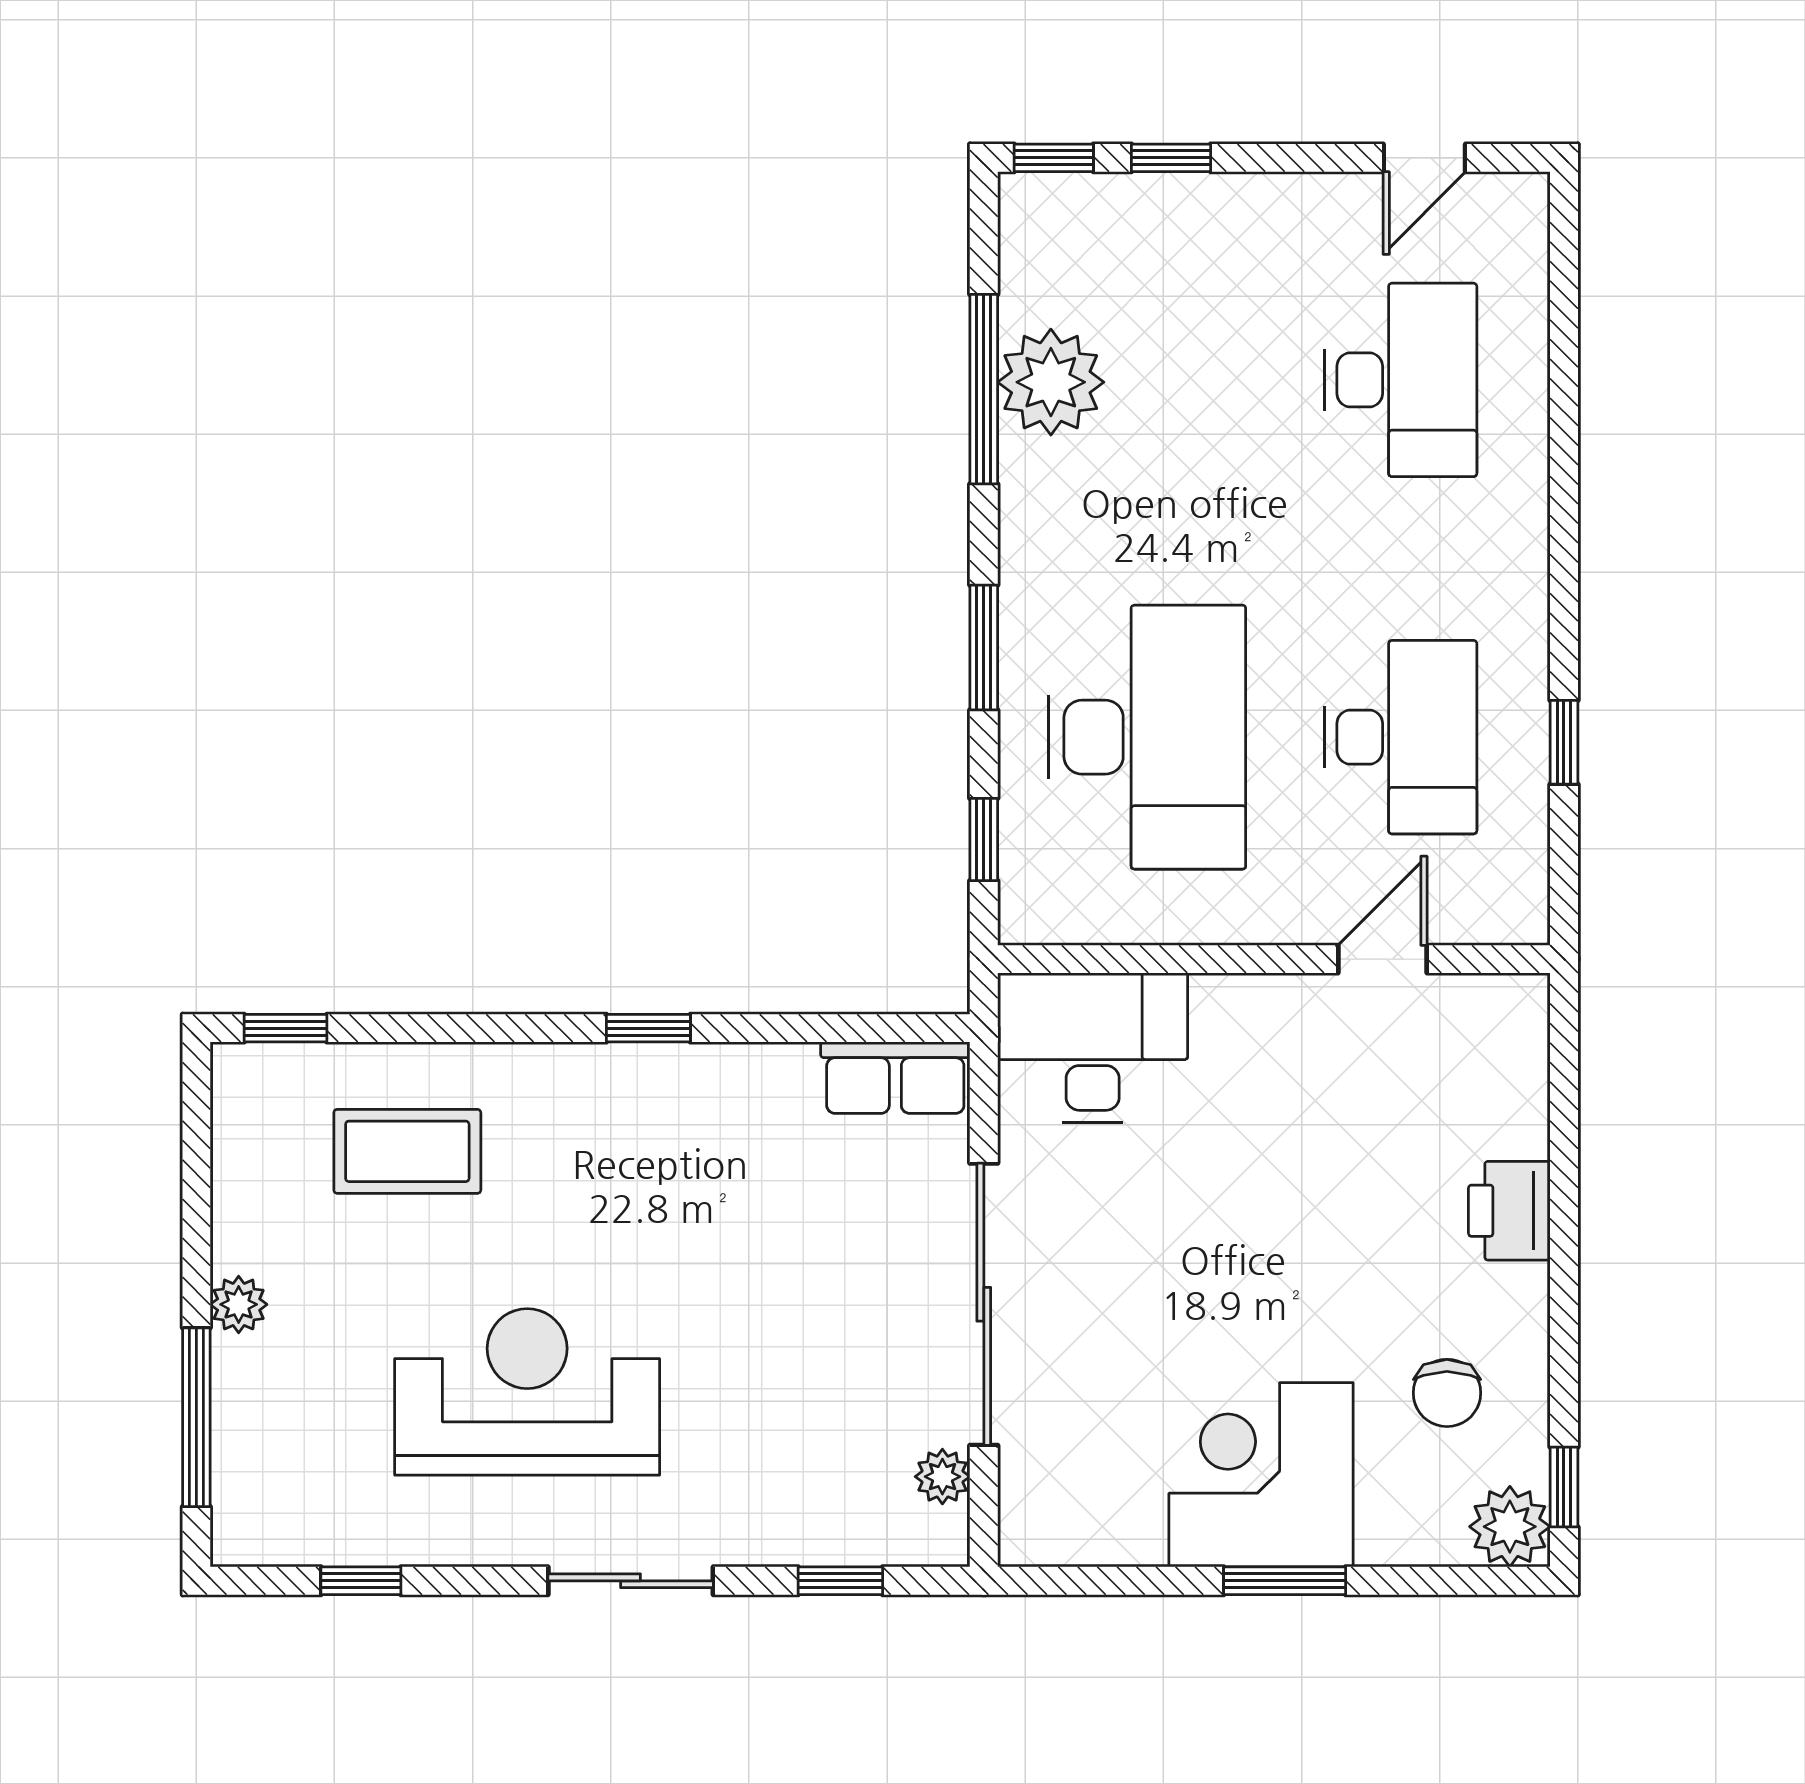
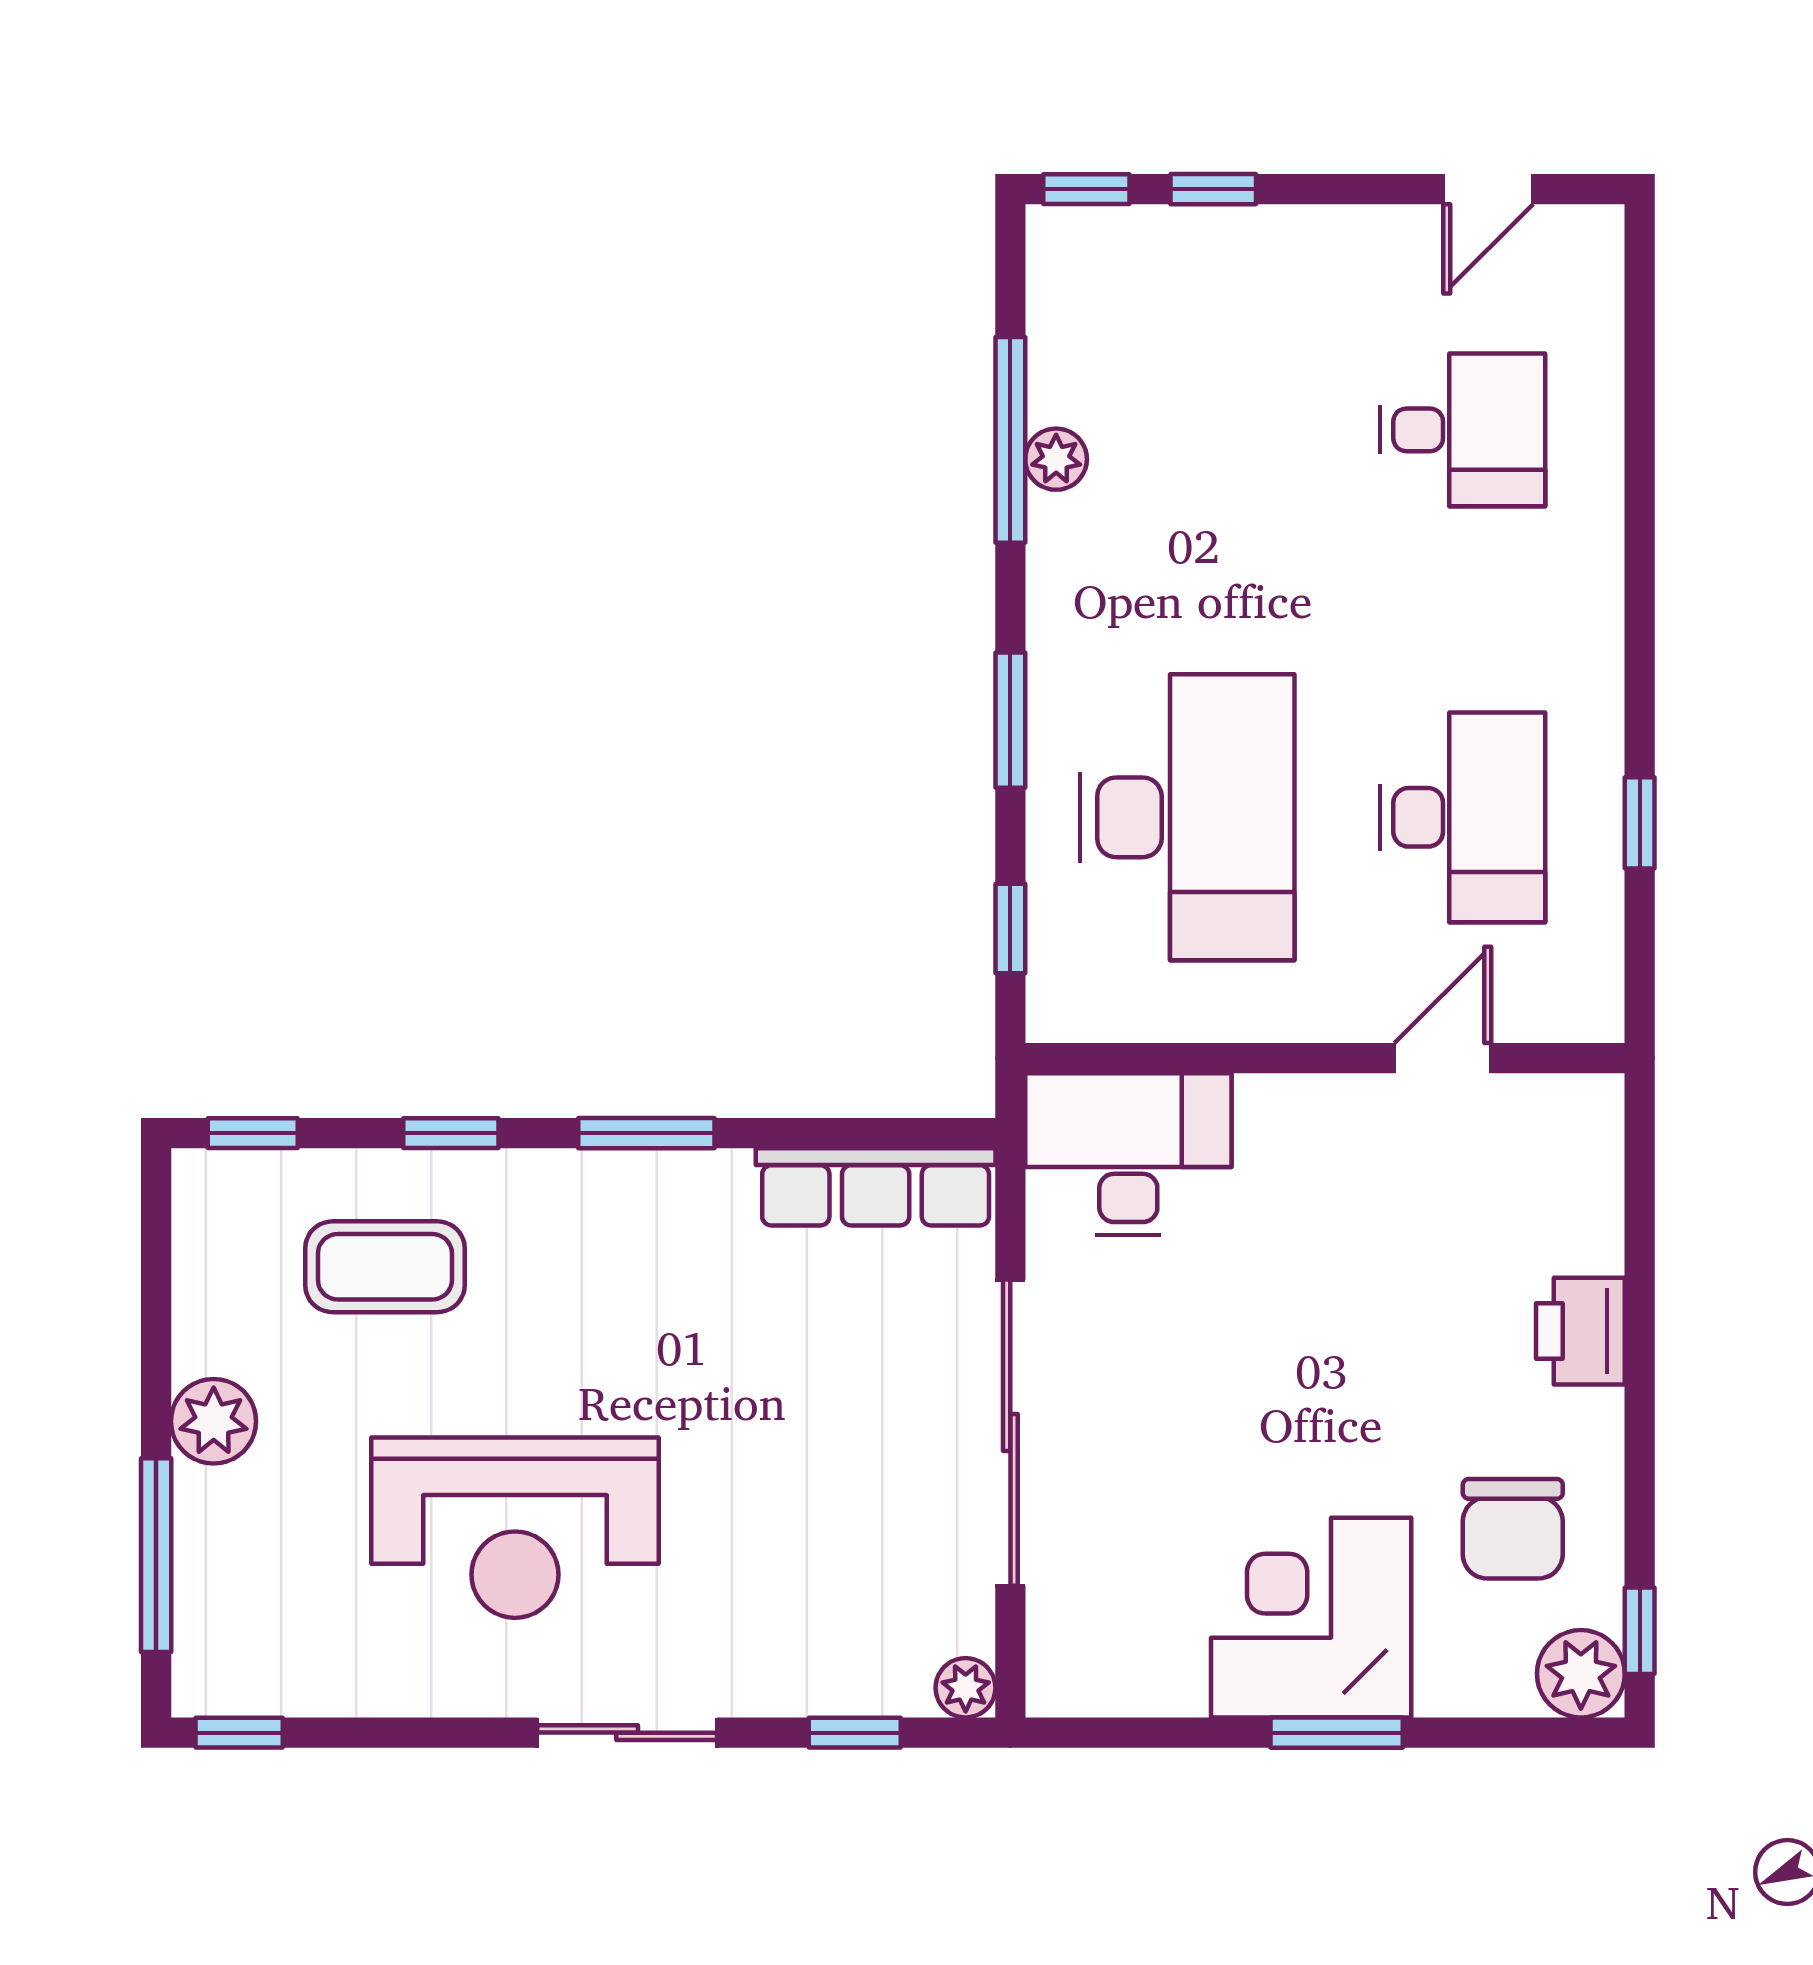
desk: (1401, 380) -> (1463, 430), width x0.73
plant: (1051, 382) -> (1056, 459), width x0.53, depth x0.53
window: (468, 1028) -> (451, 1133), added
window: (648, 1028) -> (646, 1133), width x1.50
row of seats: (895, 1078) -> (876, 1187), width x1.48
plant: (239, 1304) -> (214, 1421), width x1.38, depth x1.38
reception desk: (527, 1392) -> (515, 1528), turned 180
chair: (1447, 1393) -> (1513, 1529), width x1.37, depth x1.37
plant: (942, 1477) -> (966, 1688), moved
window: (361, 1581) -> (239, 1733), moved

